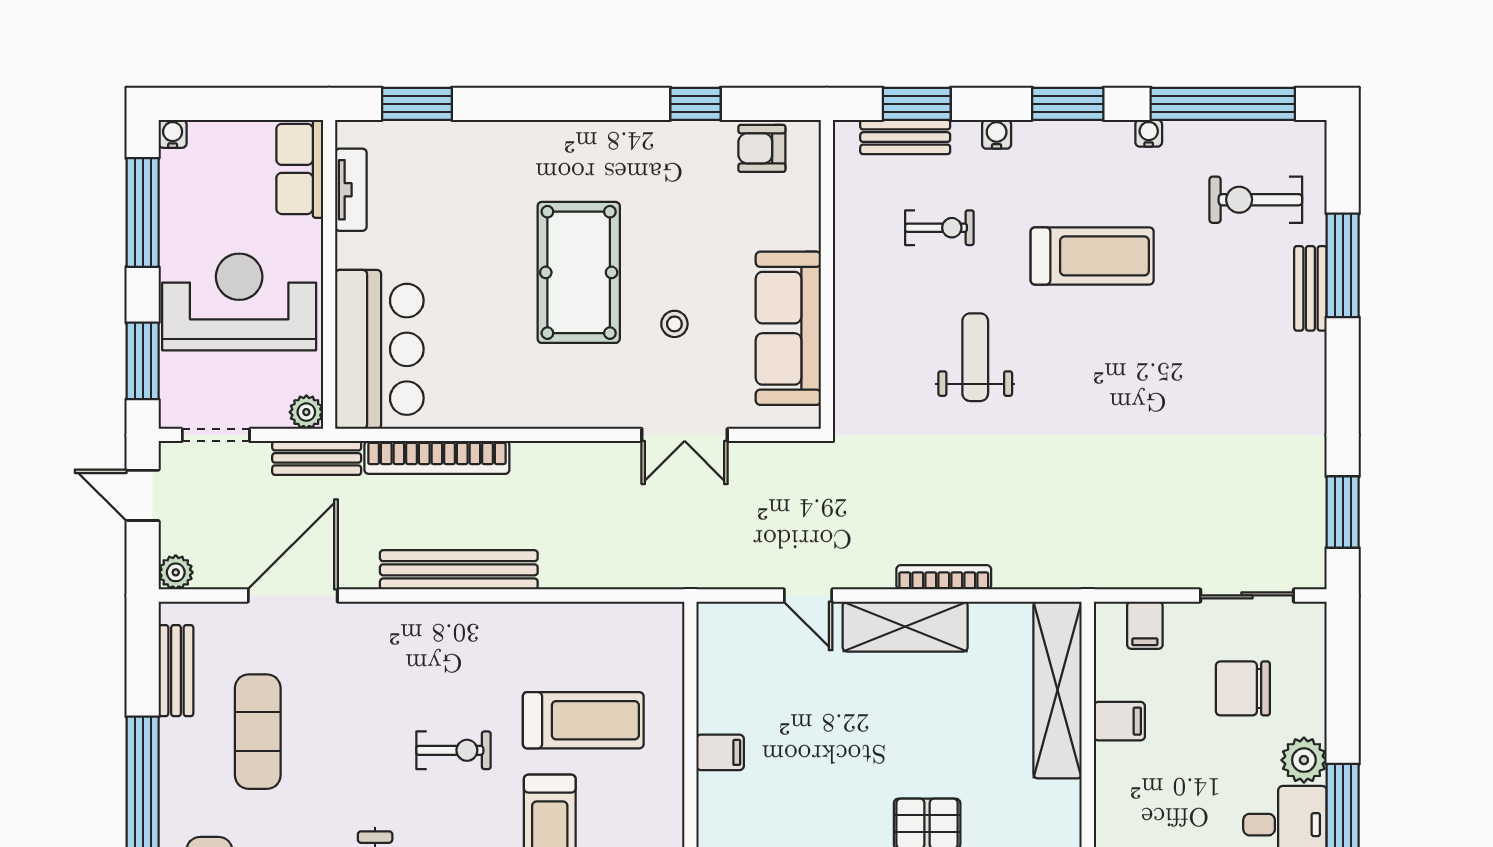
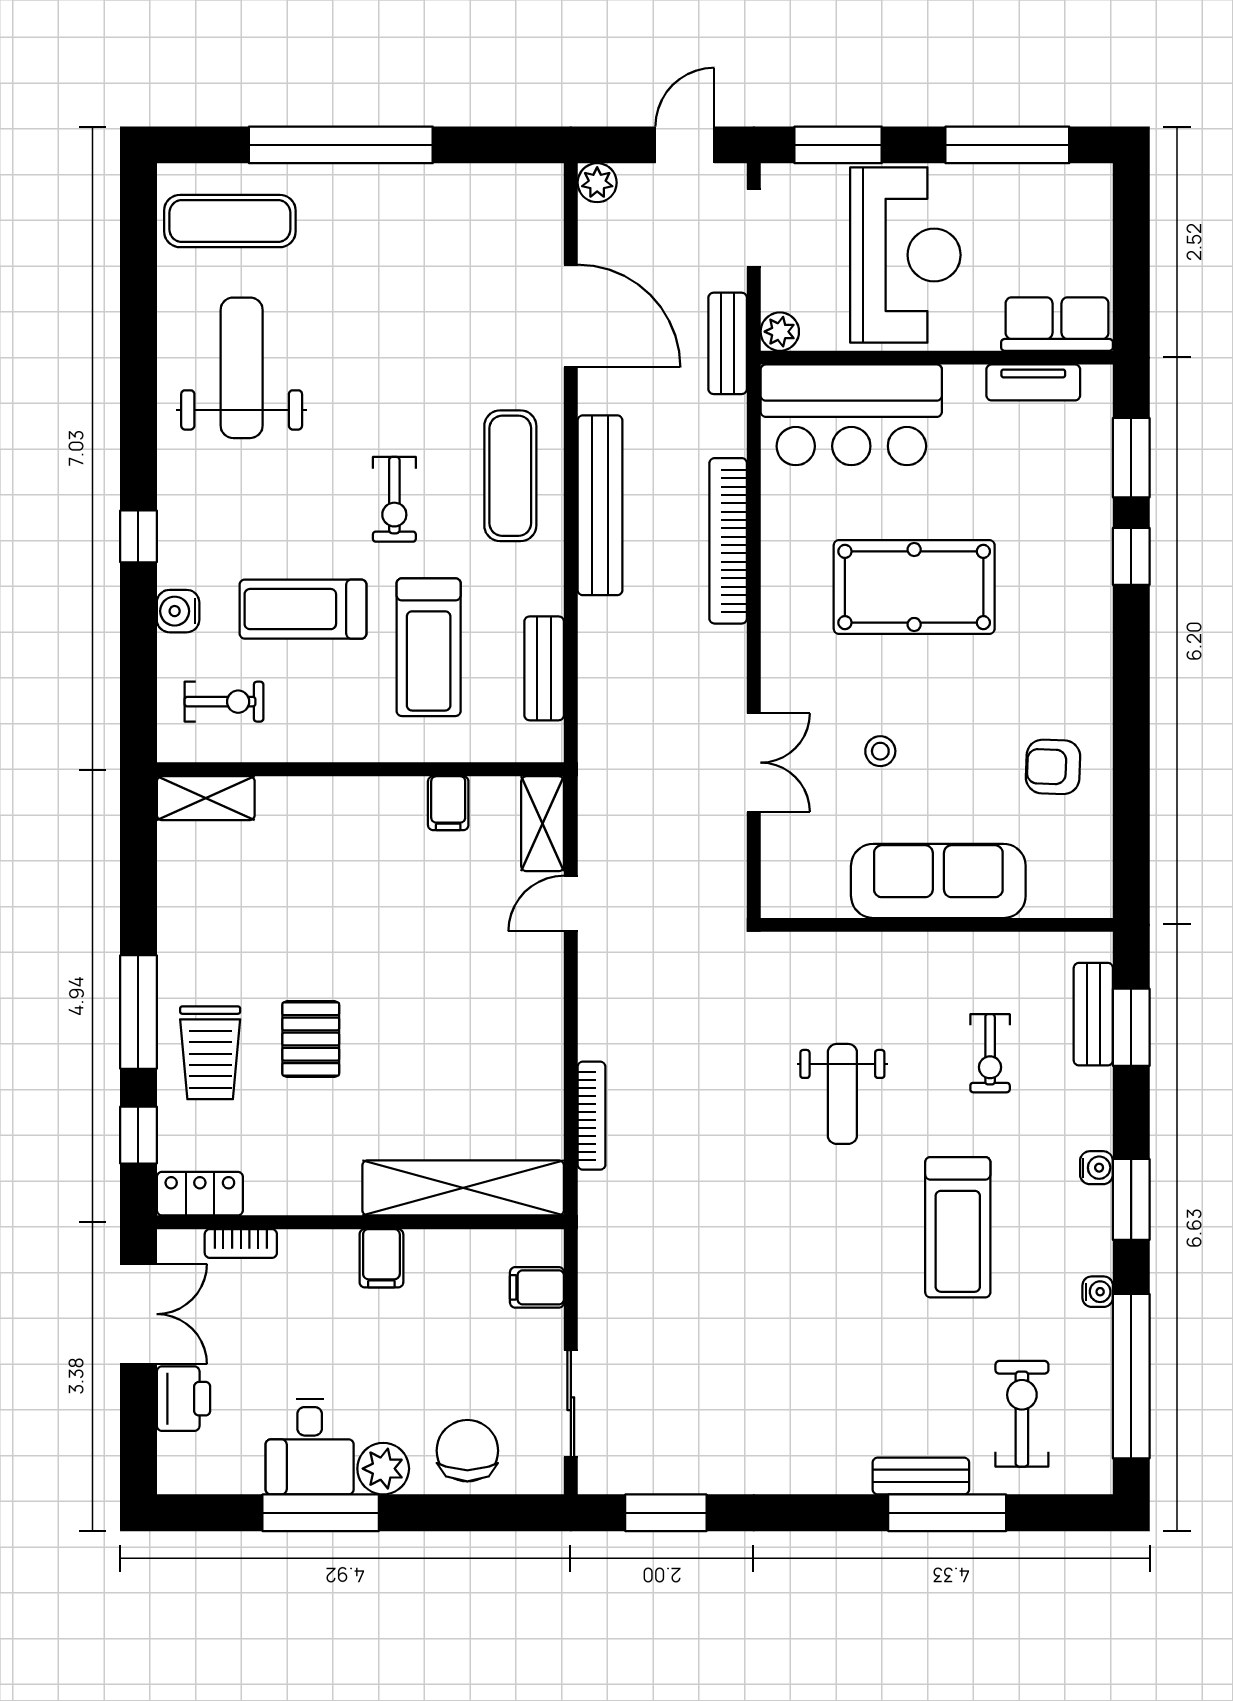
window: (696, 104) -> (1131, 556), moved
water cooler: (173, 134) -> (1097, 179), removed
water cooler: (997, 134) -> (1096, 1168), moved
armchair: (762, 148) -> (1053, 767), moved, turned -88
pool table: (579, 272) -> (914, 587), moved
sofa: (788, 328) -> (938, 881), moved
weight bench: (975, 357) -> (842, 1094), turned 90
double door: (685, 435) -> (754, 763), swing flipped
bookcase: (437, 457) -> (728, 541), moved
bookcase: (944, 577) -> (591, 1116), moved
shelving: (905, 627) -> (543, 824), moved, width x0.67, depth x0.75
bench: (176, 671) -> (544, 668), moved, turned 90
chair: (1243, 688) -> (467, 1451), moved
filing cabinet: (1119, 721) -> (381, 1258), moved
exercise mat: (258, 732) -> (510, 476), moved, turned 90
filing cabinet: (720, 752) -> (448, 803), moved

